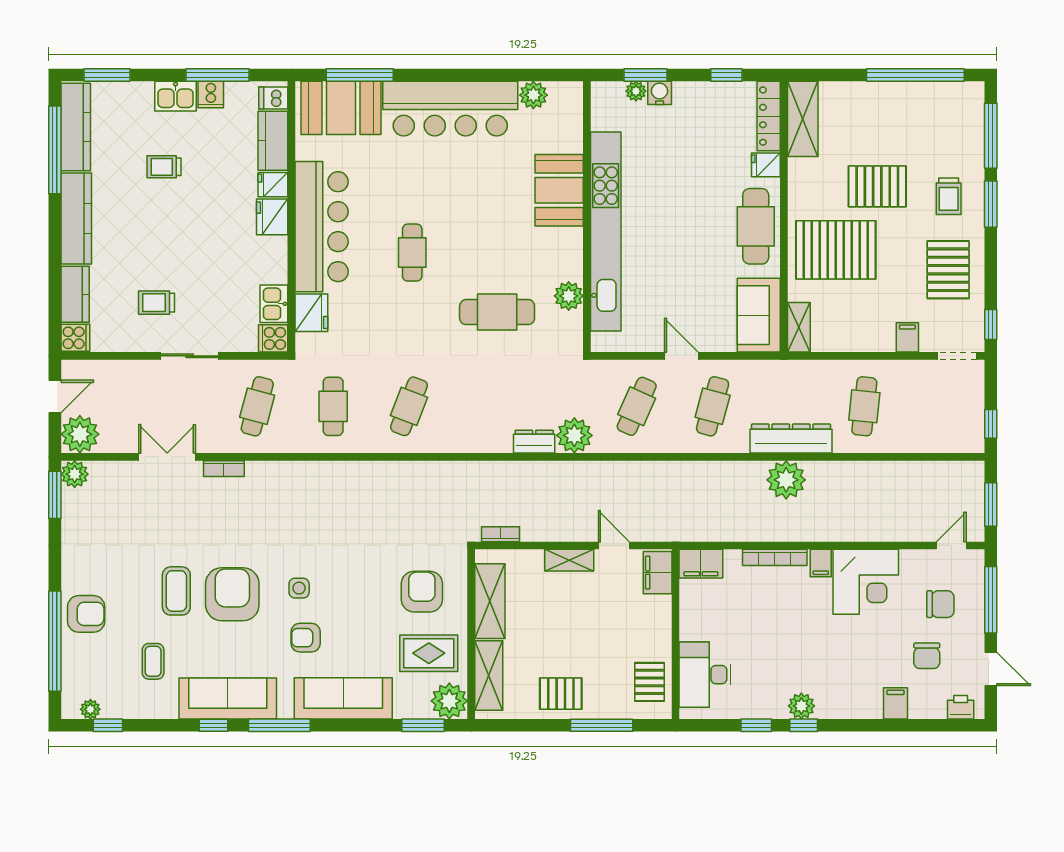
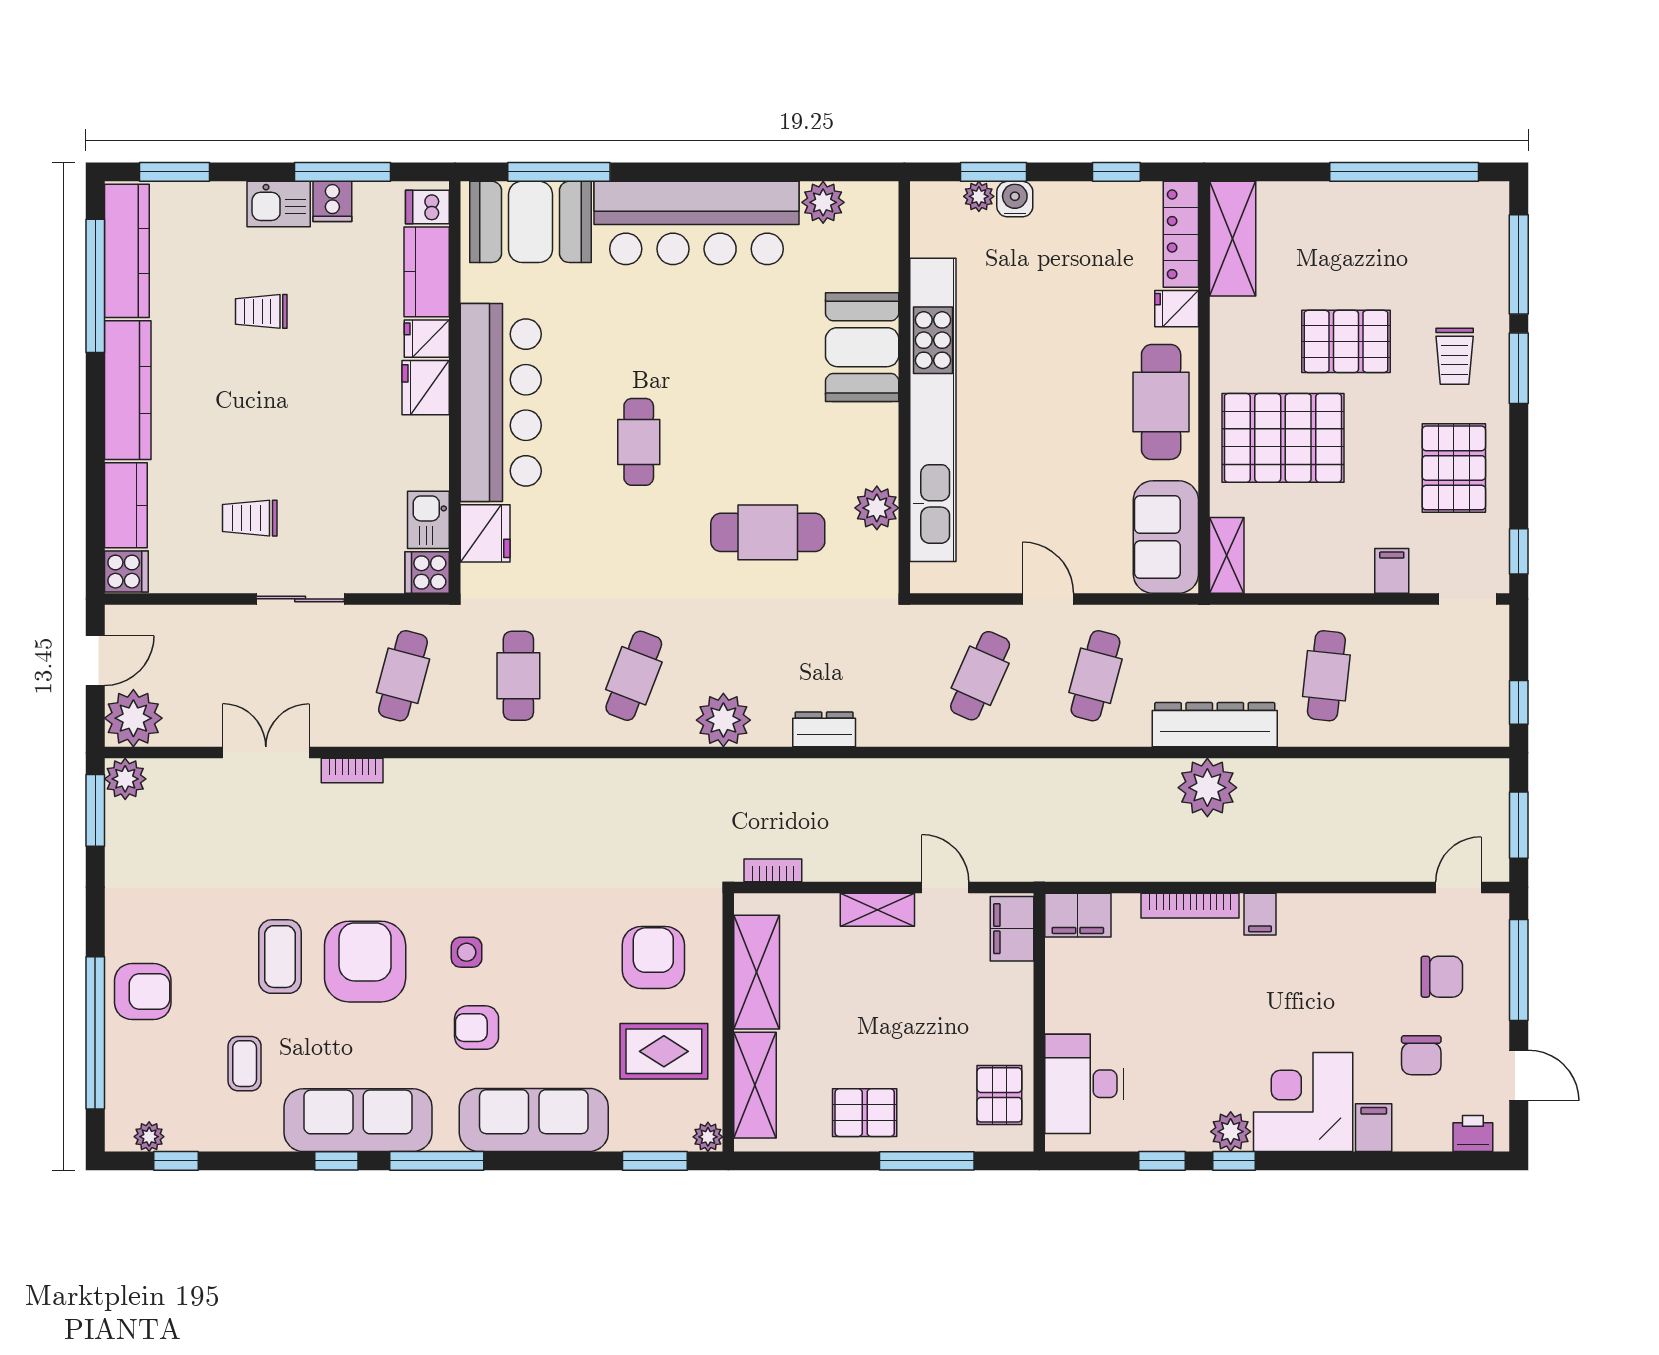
plant: (574, 435) -> (723, 720), moved
corner desk: (866, 582) -> (1303, 1102), moved, turned 180
plant: (449, 701) -> (708, 1137), width x0.53, depth x0.53

